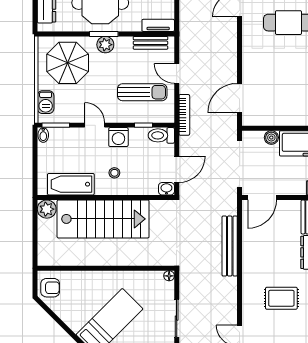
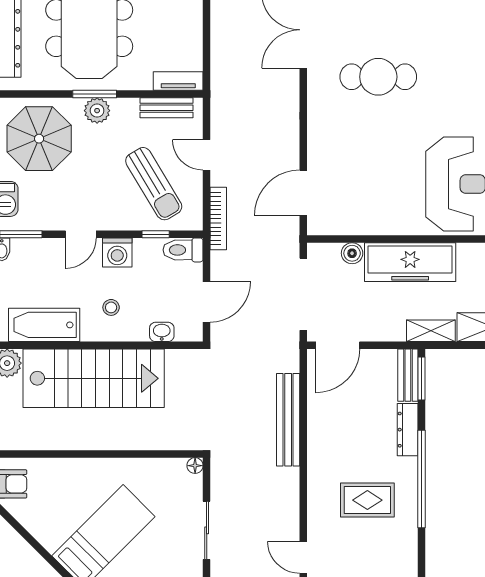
sun lounger: (142, 92) -> (154, 184), turned 59
door: (95, 125) -> (81, 234), swing flipped
washbasin: (166, 189) -> (162, 332), moved

